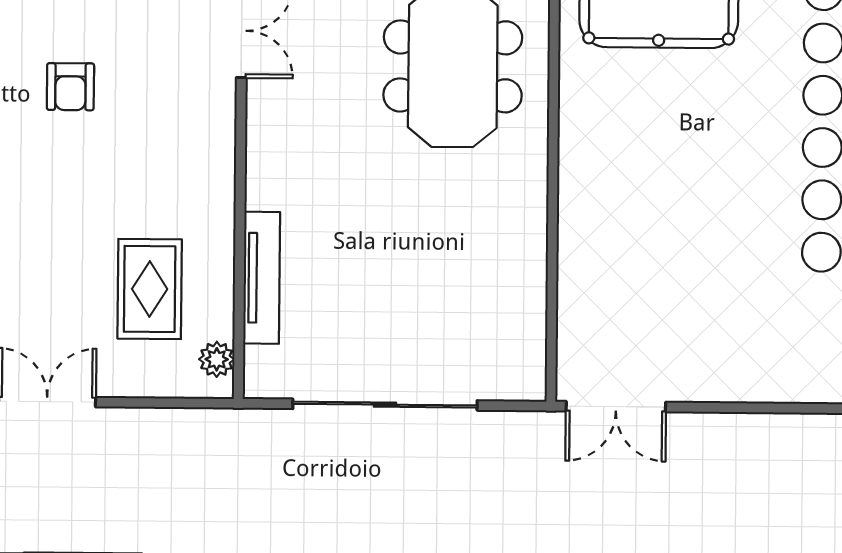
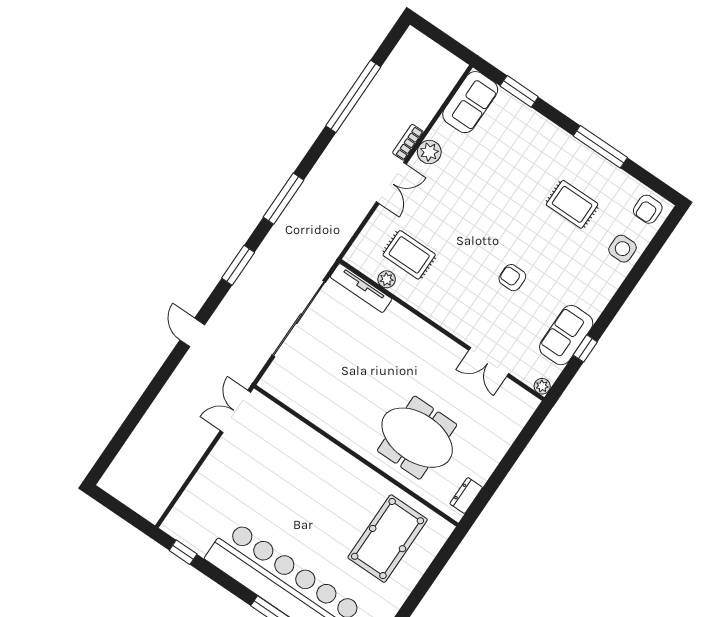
tv unit: (262, 278) -> (361, 288), moved
plant: (217, 359) -> (387, 279), moved

